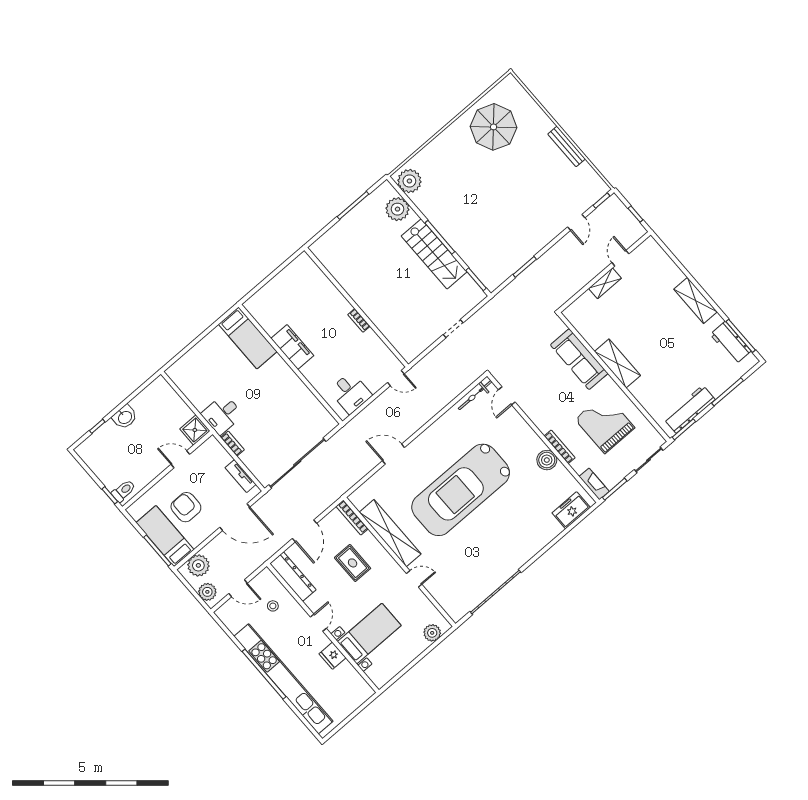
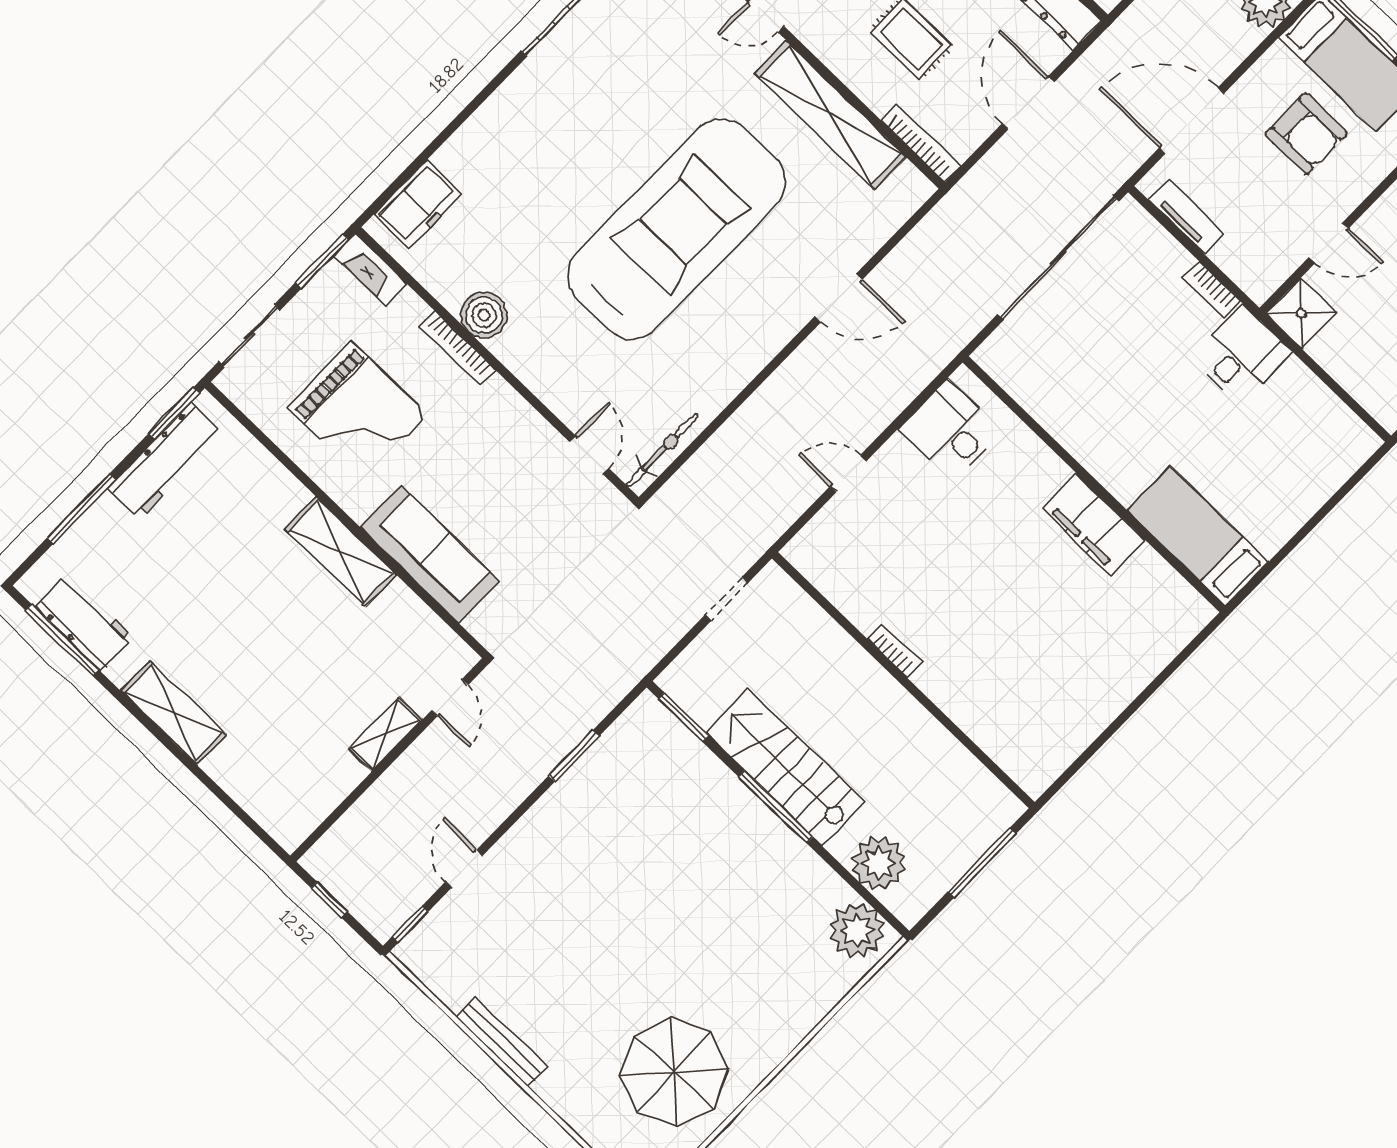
door: (620, 258) -> (450, 698), moved
wall: (356, 307) -> (903, 680), moved
bookcase: (359, 320) -> (895, 651), moved

